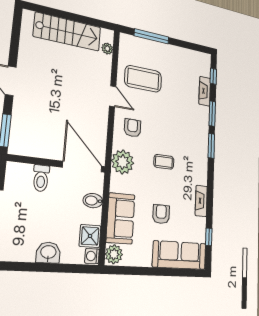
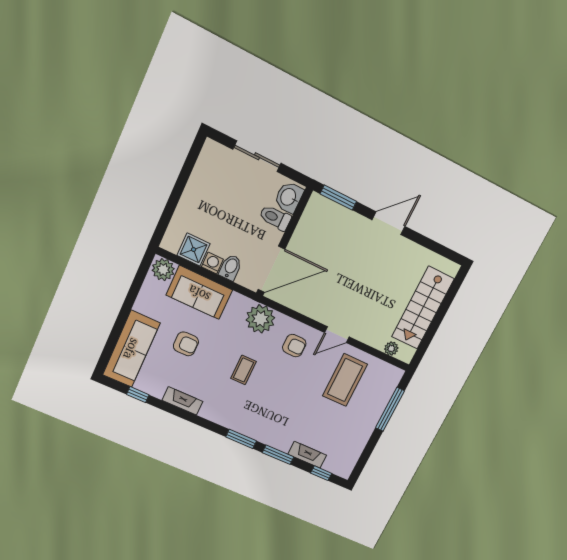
washbasin: (48, 253) -> (289, 197), moved, turned 180
washing machine: (92, 256) -> (212, 263), moved

